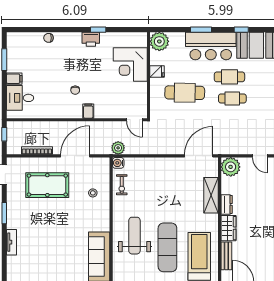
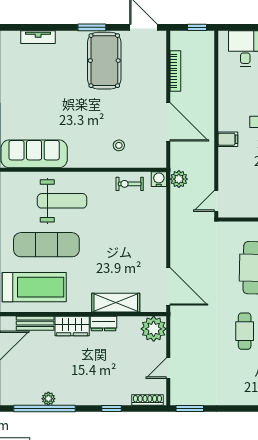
pool table: (47, 185) -> (104, 61), moved
tv unit: (11, 242) -> (38, 37), moved

